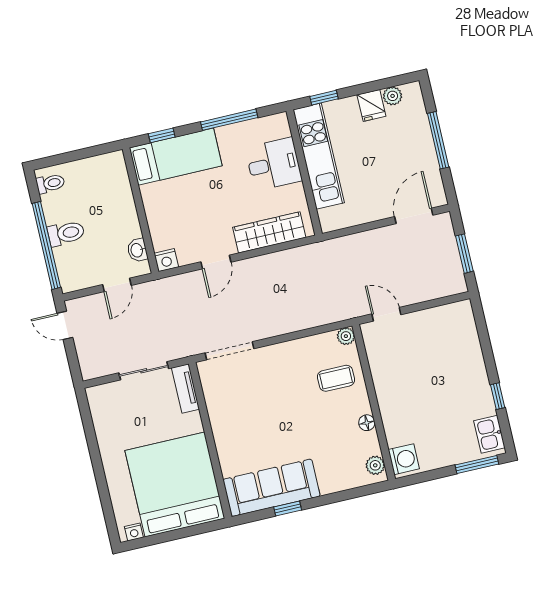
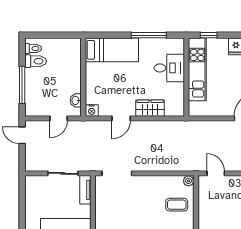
window: (162, 135) -> (106, 35), removed
wardrobe: (269, 232) -> (150, 108), width x0.67
toilet: (66, 233) -> (36, 61), moved
window: (46, 245) -> (22, 85), width x0.68

